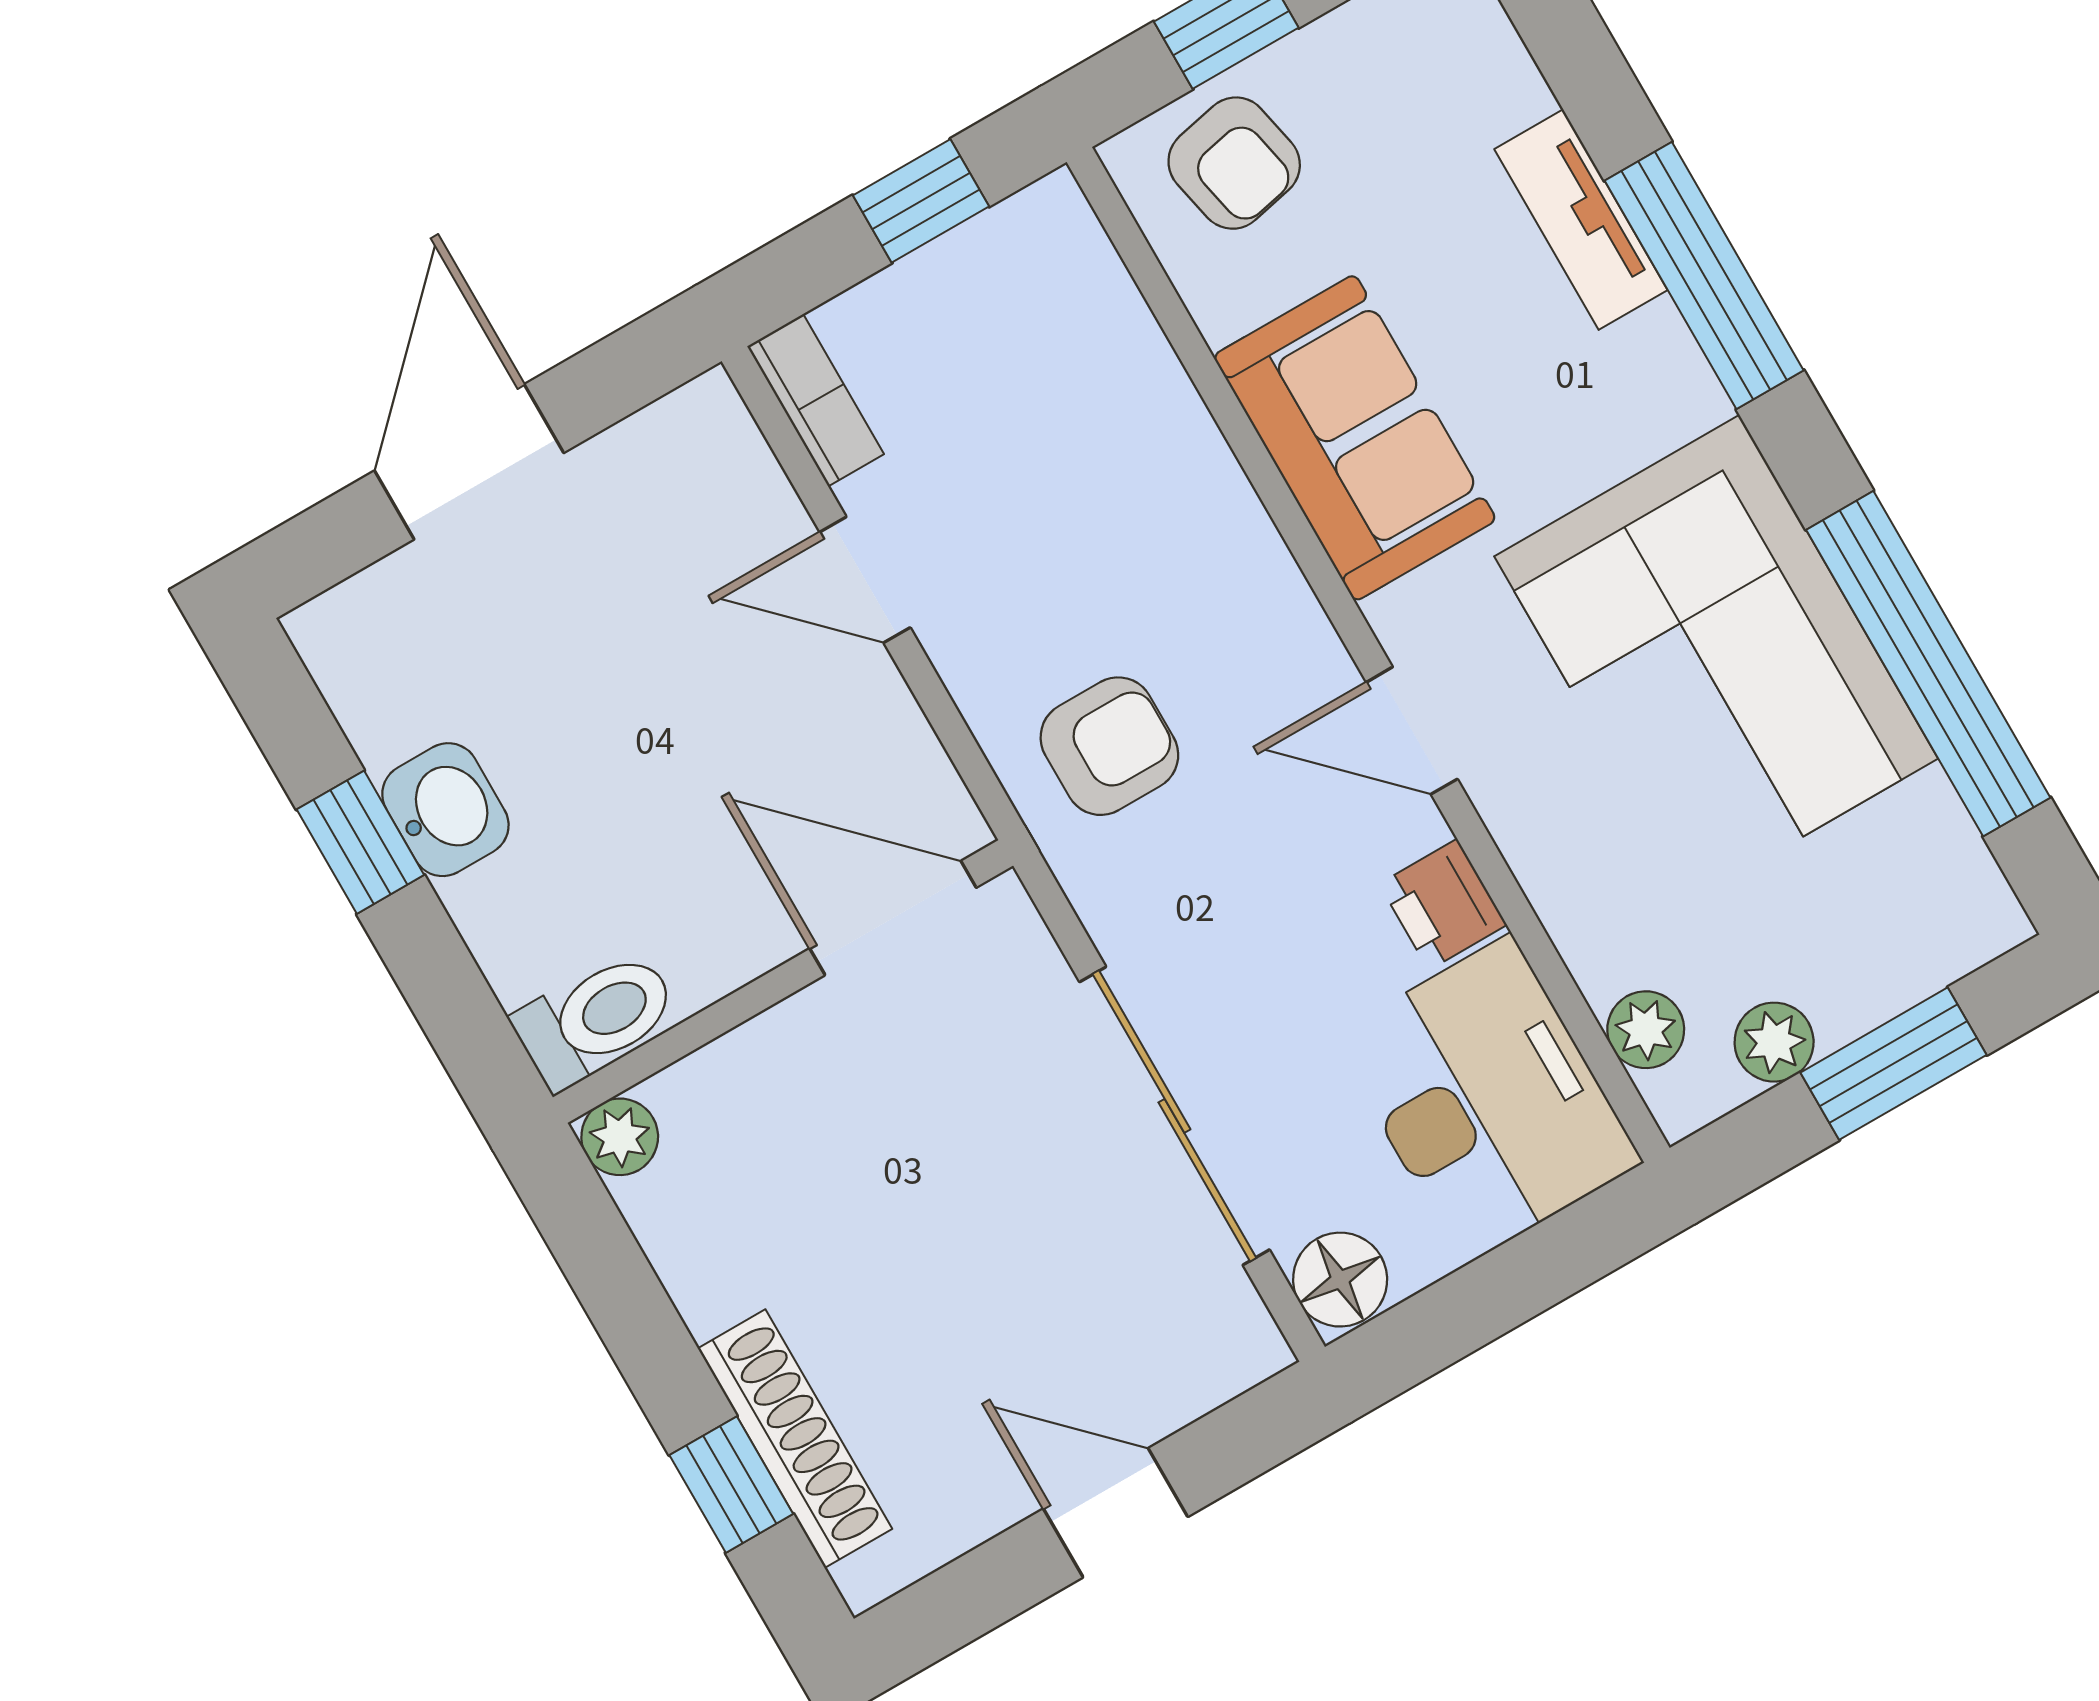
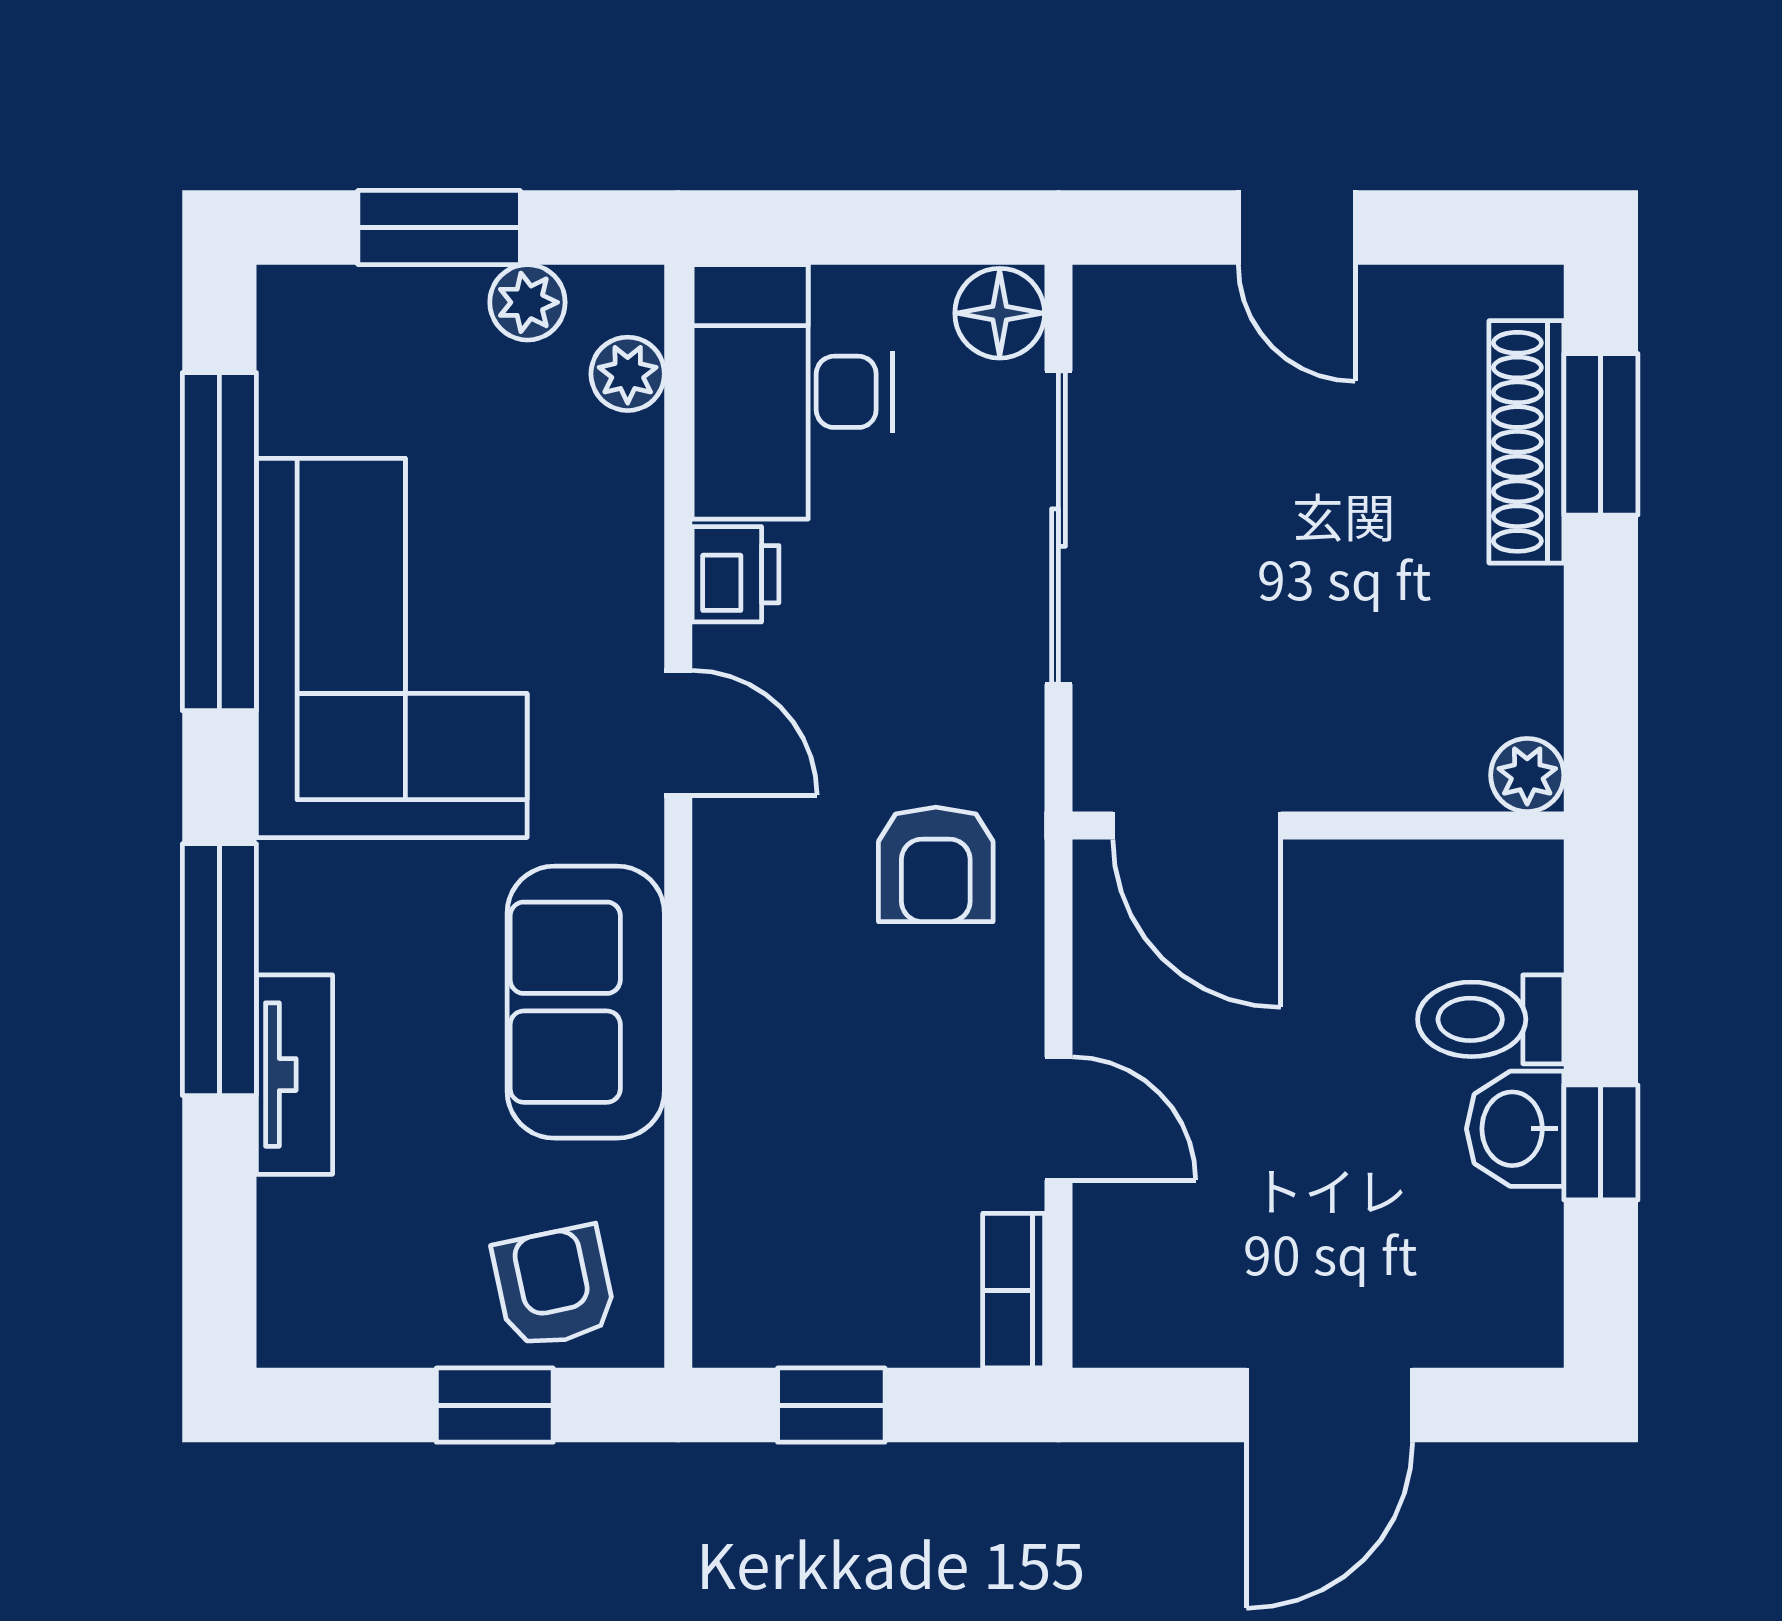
armchair: (1109, 746) -> (936, 864), turned -90
toilet: (596, 1019) -> (1491, 1019), moved
window: (731, 1485) -> (1601, 434), width x1.50

